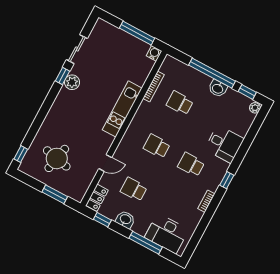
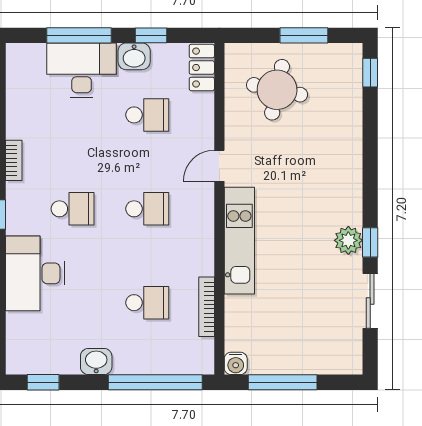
window: (212, 73) -> (155, 382), moved
plant: (255, 108) -> (16, 362), removed
desk: (224, 144) -> (35, 273), width x1.37
round table: (57, 158) -> (277, 90), moved
door: (105, 163) -> (219, 166), moved
window: (55, 194) -> (304, 35), moved
window: (102, 220) -> (151, 35), moved
desk: (167, 233) -> (82, 70), moved

